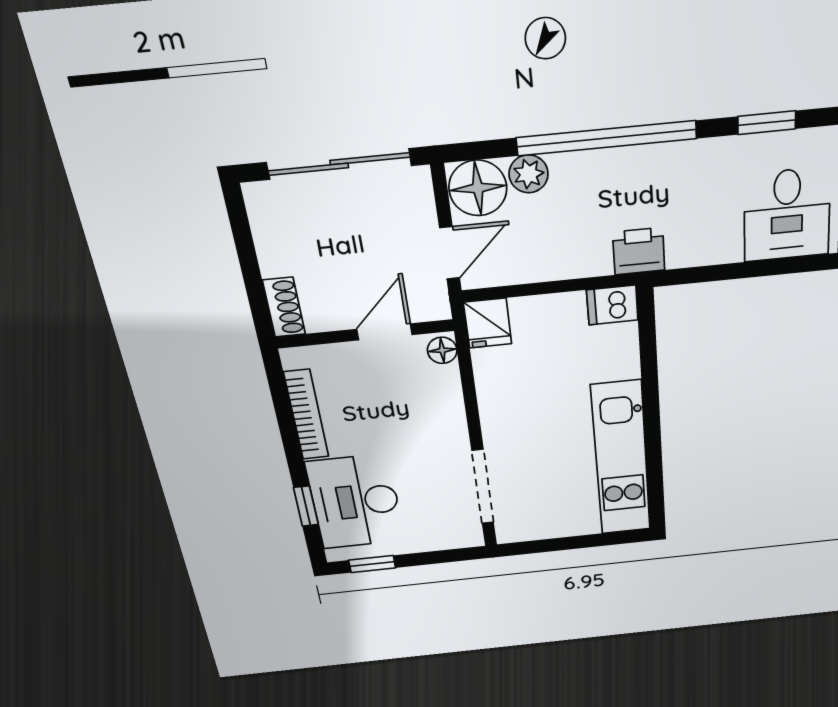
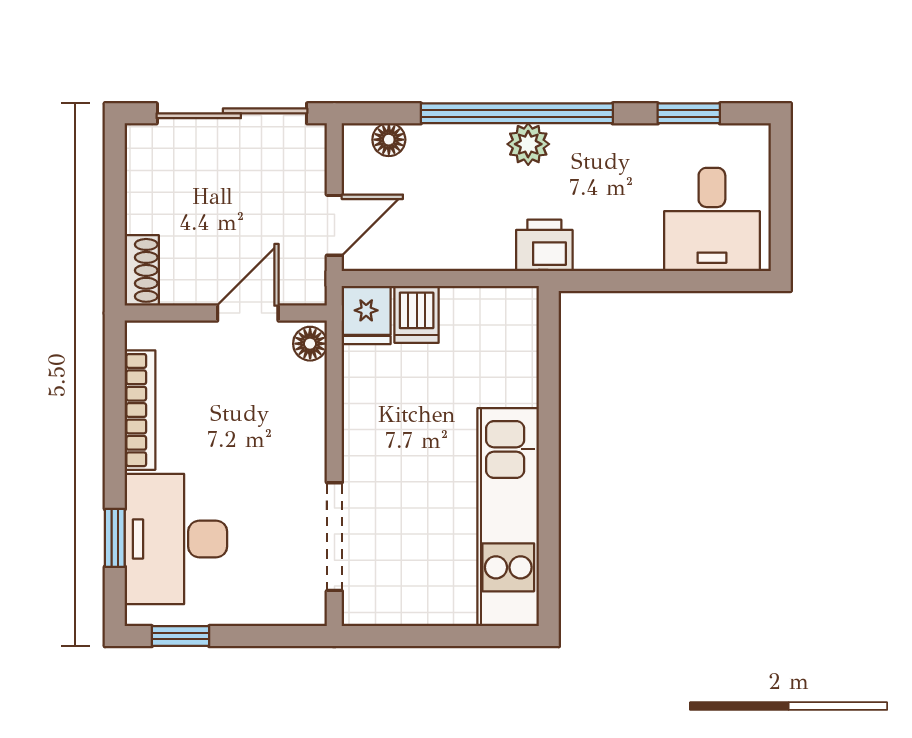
plant: (529, 174) -> (528, 144), moved
floor lamp: (478, 188) -> (389, 140), width x0.53, depth x0.53
dishwasher: (612, 305) -> (417, 314), moved, turned -90

